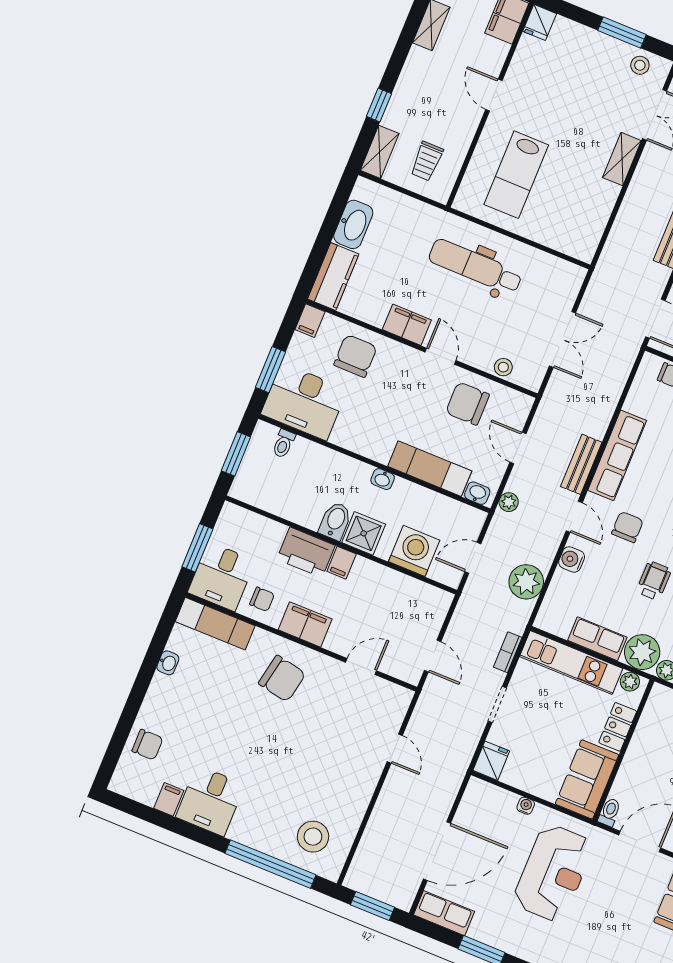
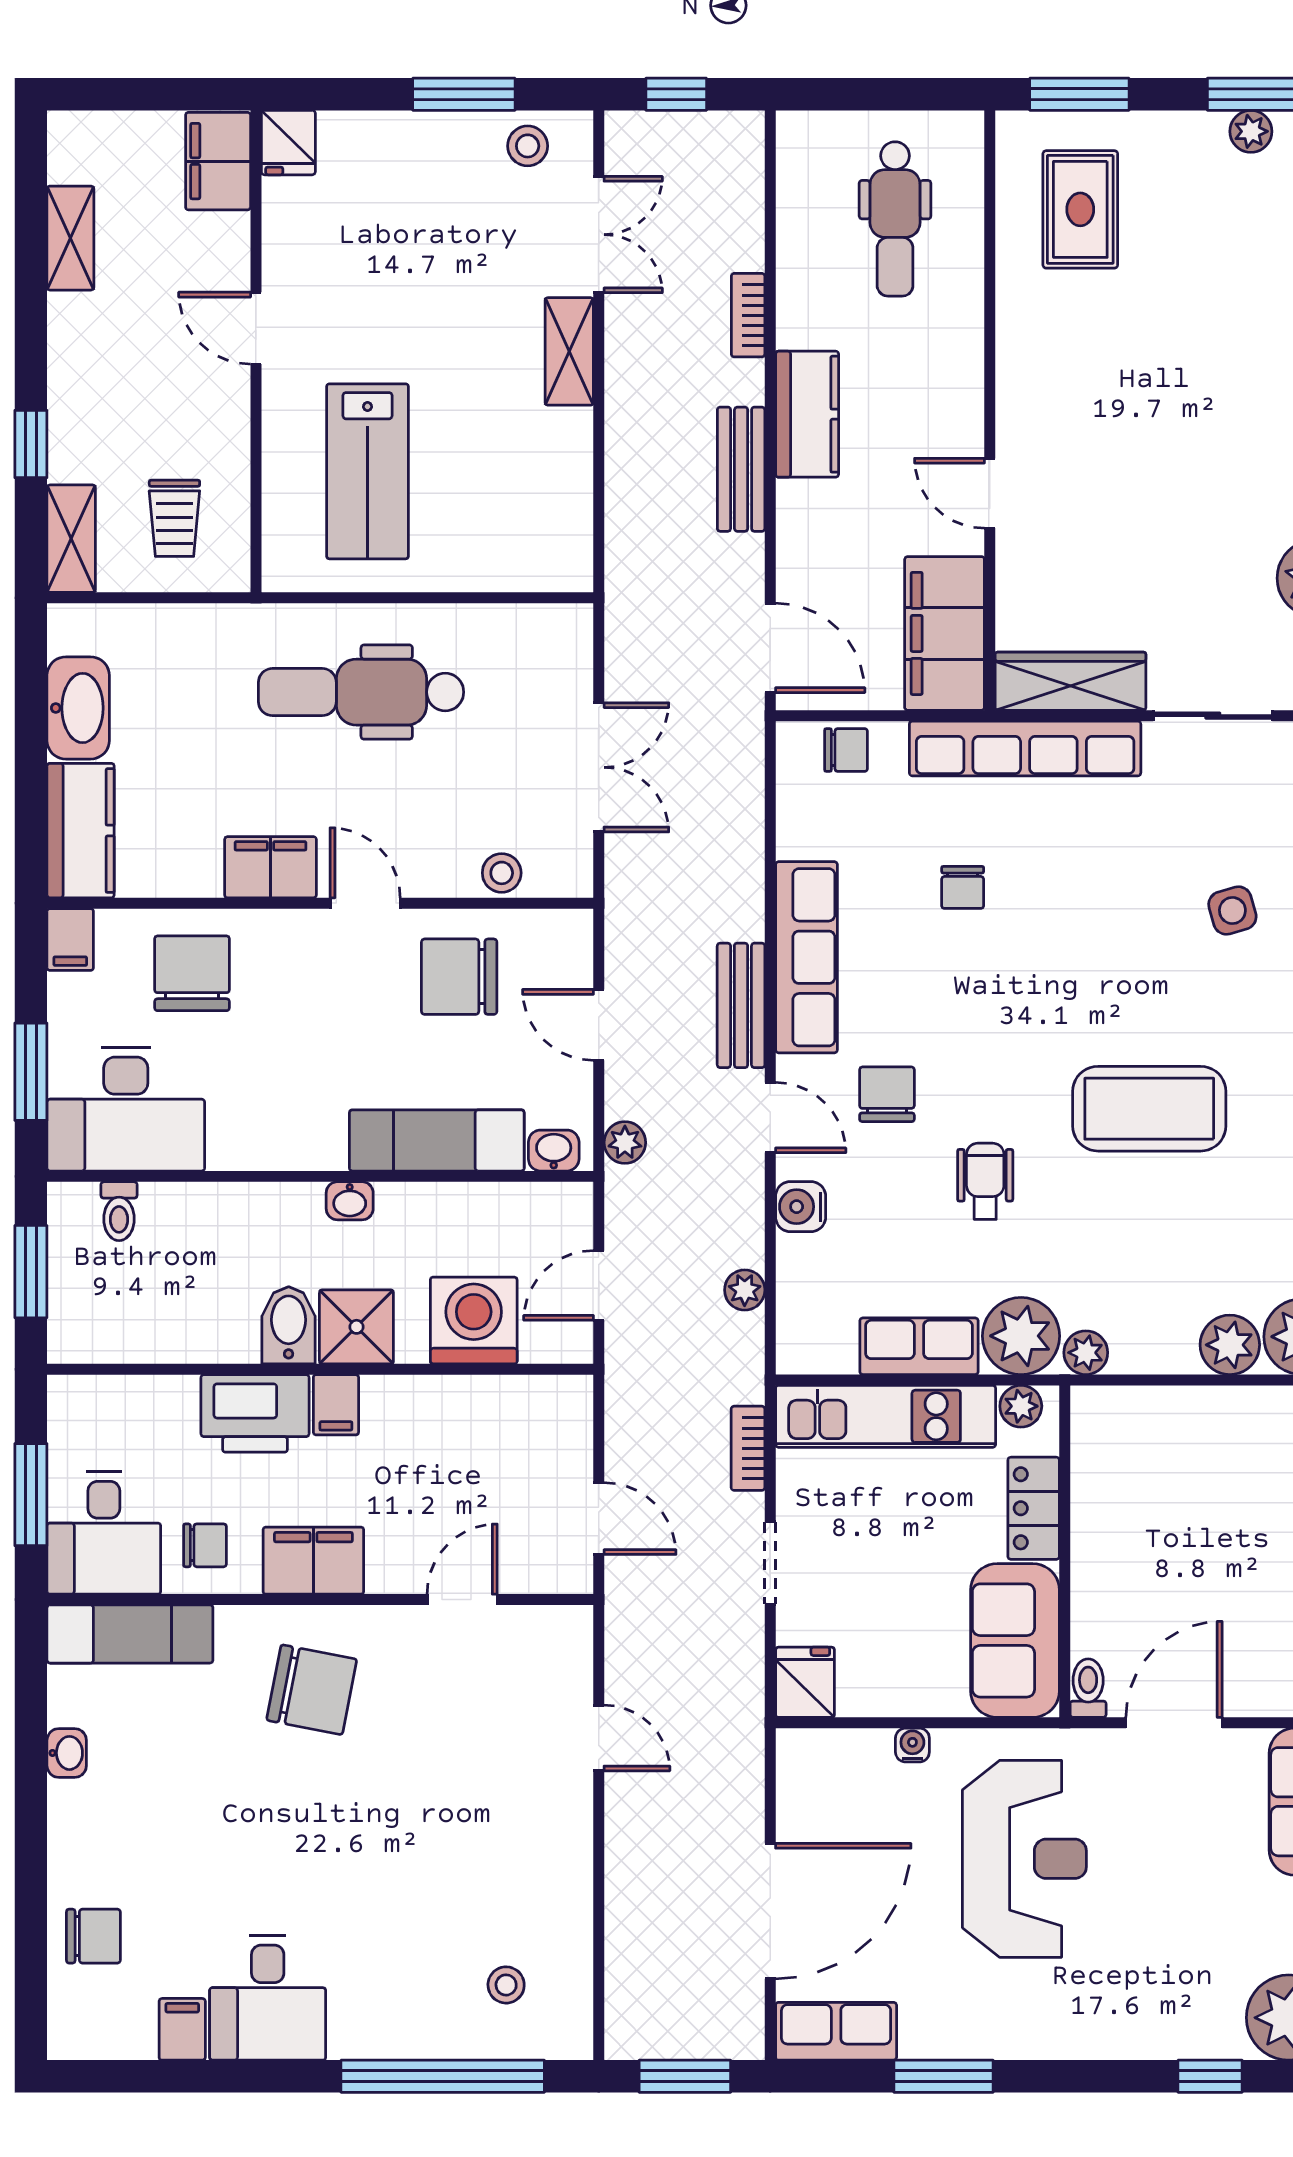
plant: (526, 582) -> (745, 1290), width x0.53, depth x0.53
stool: (313, 837) -> (506, 1985), width x0.53, depth x0.53

